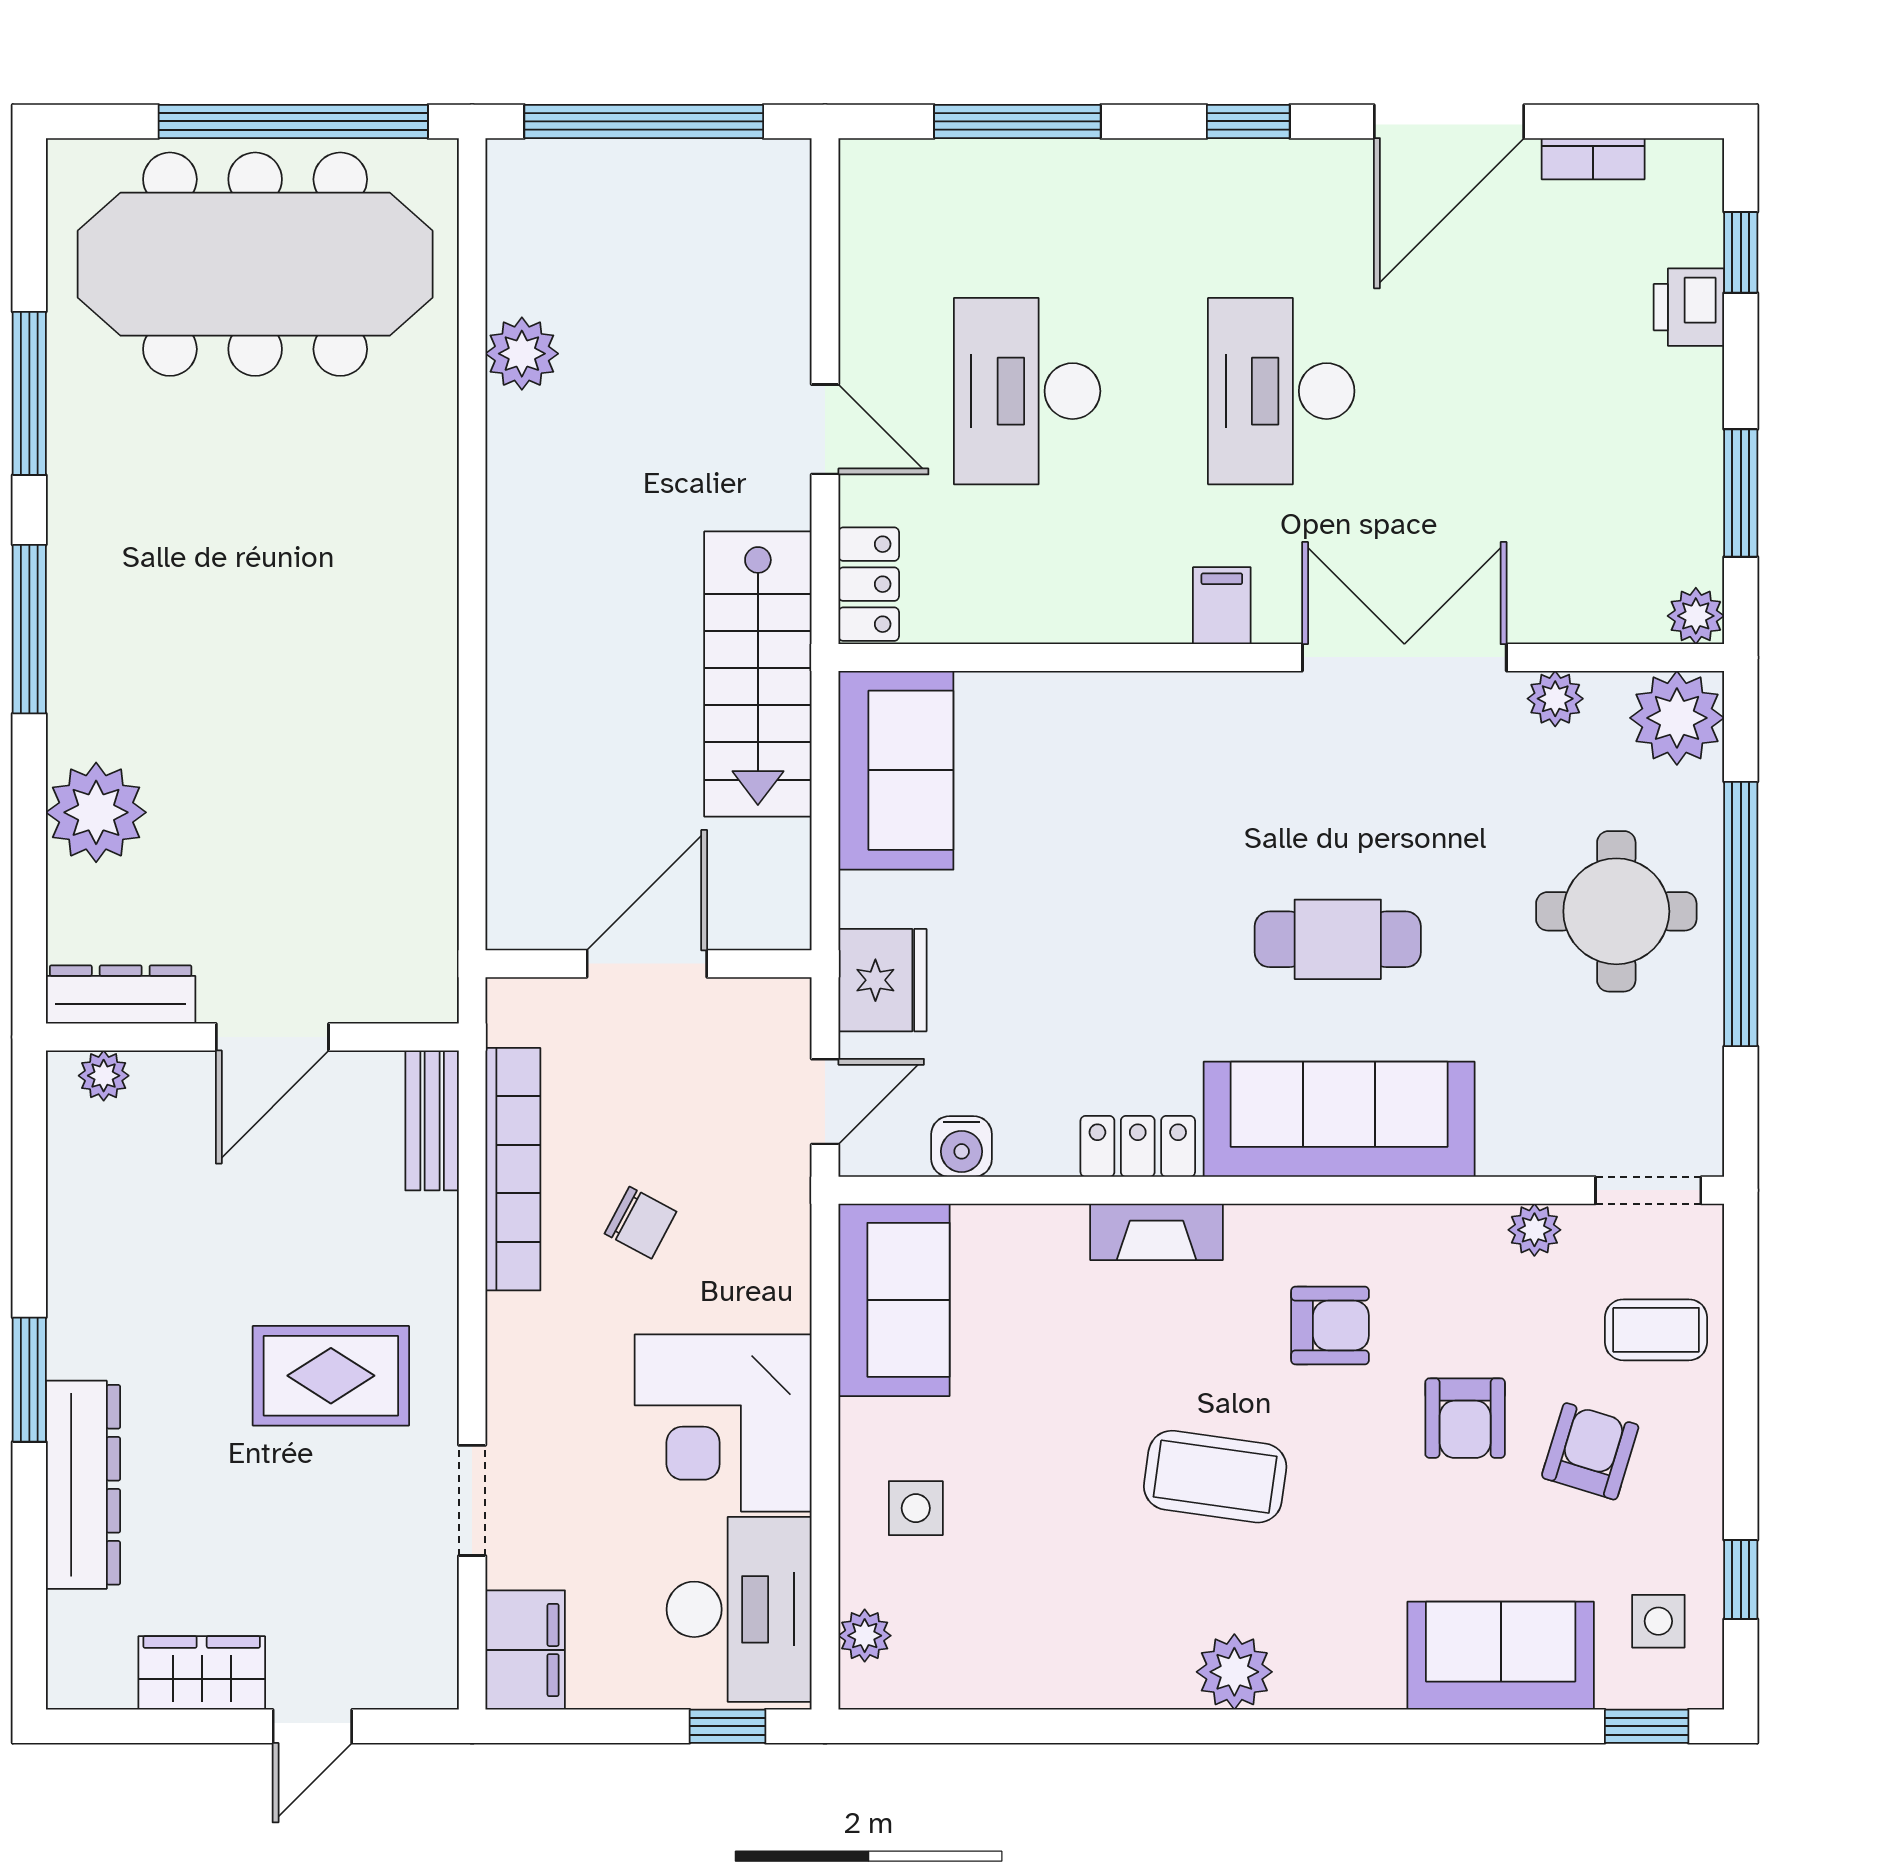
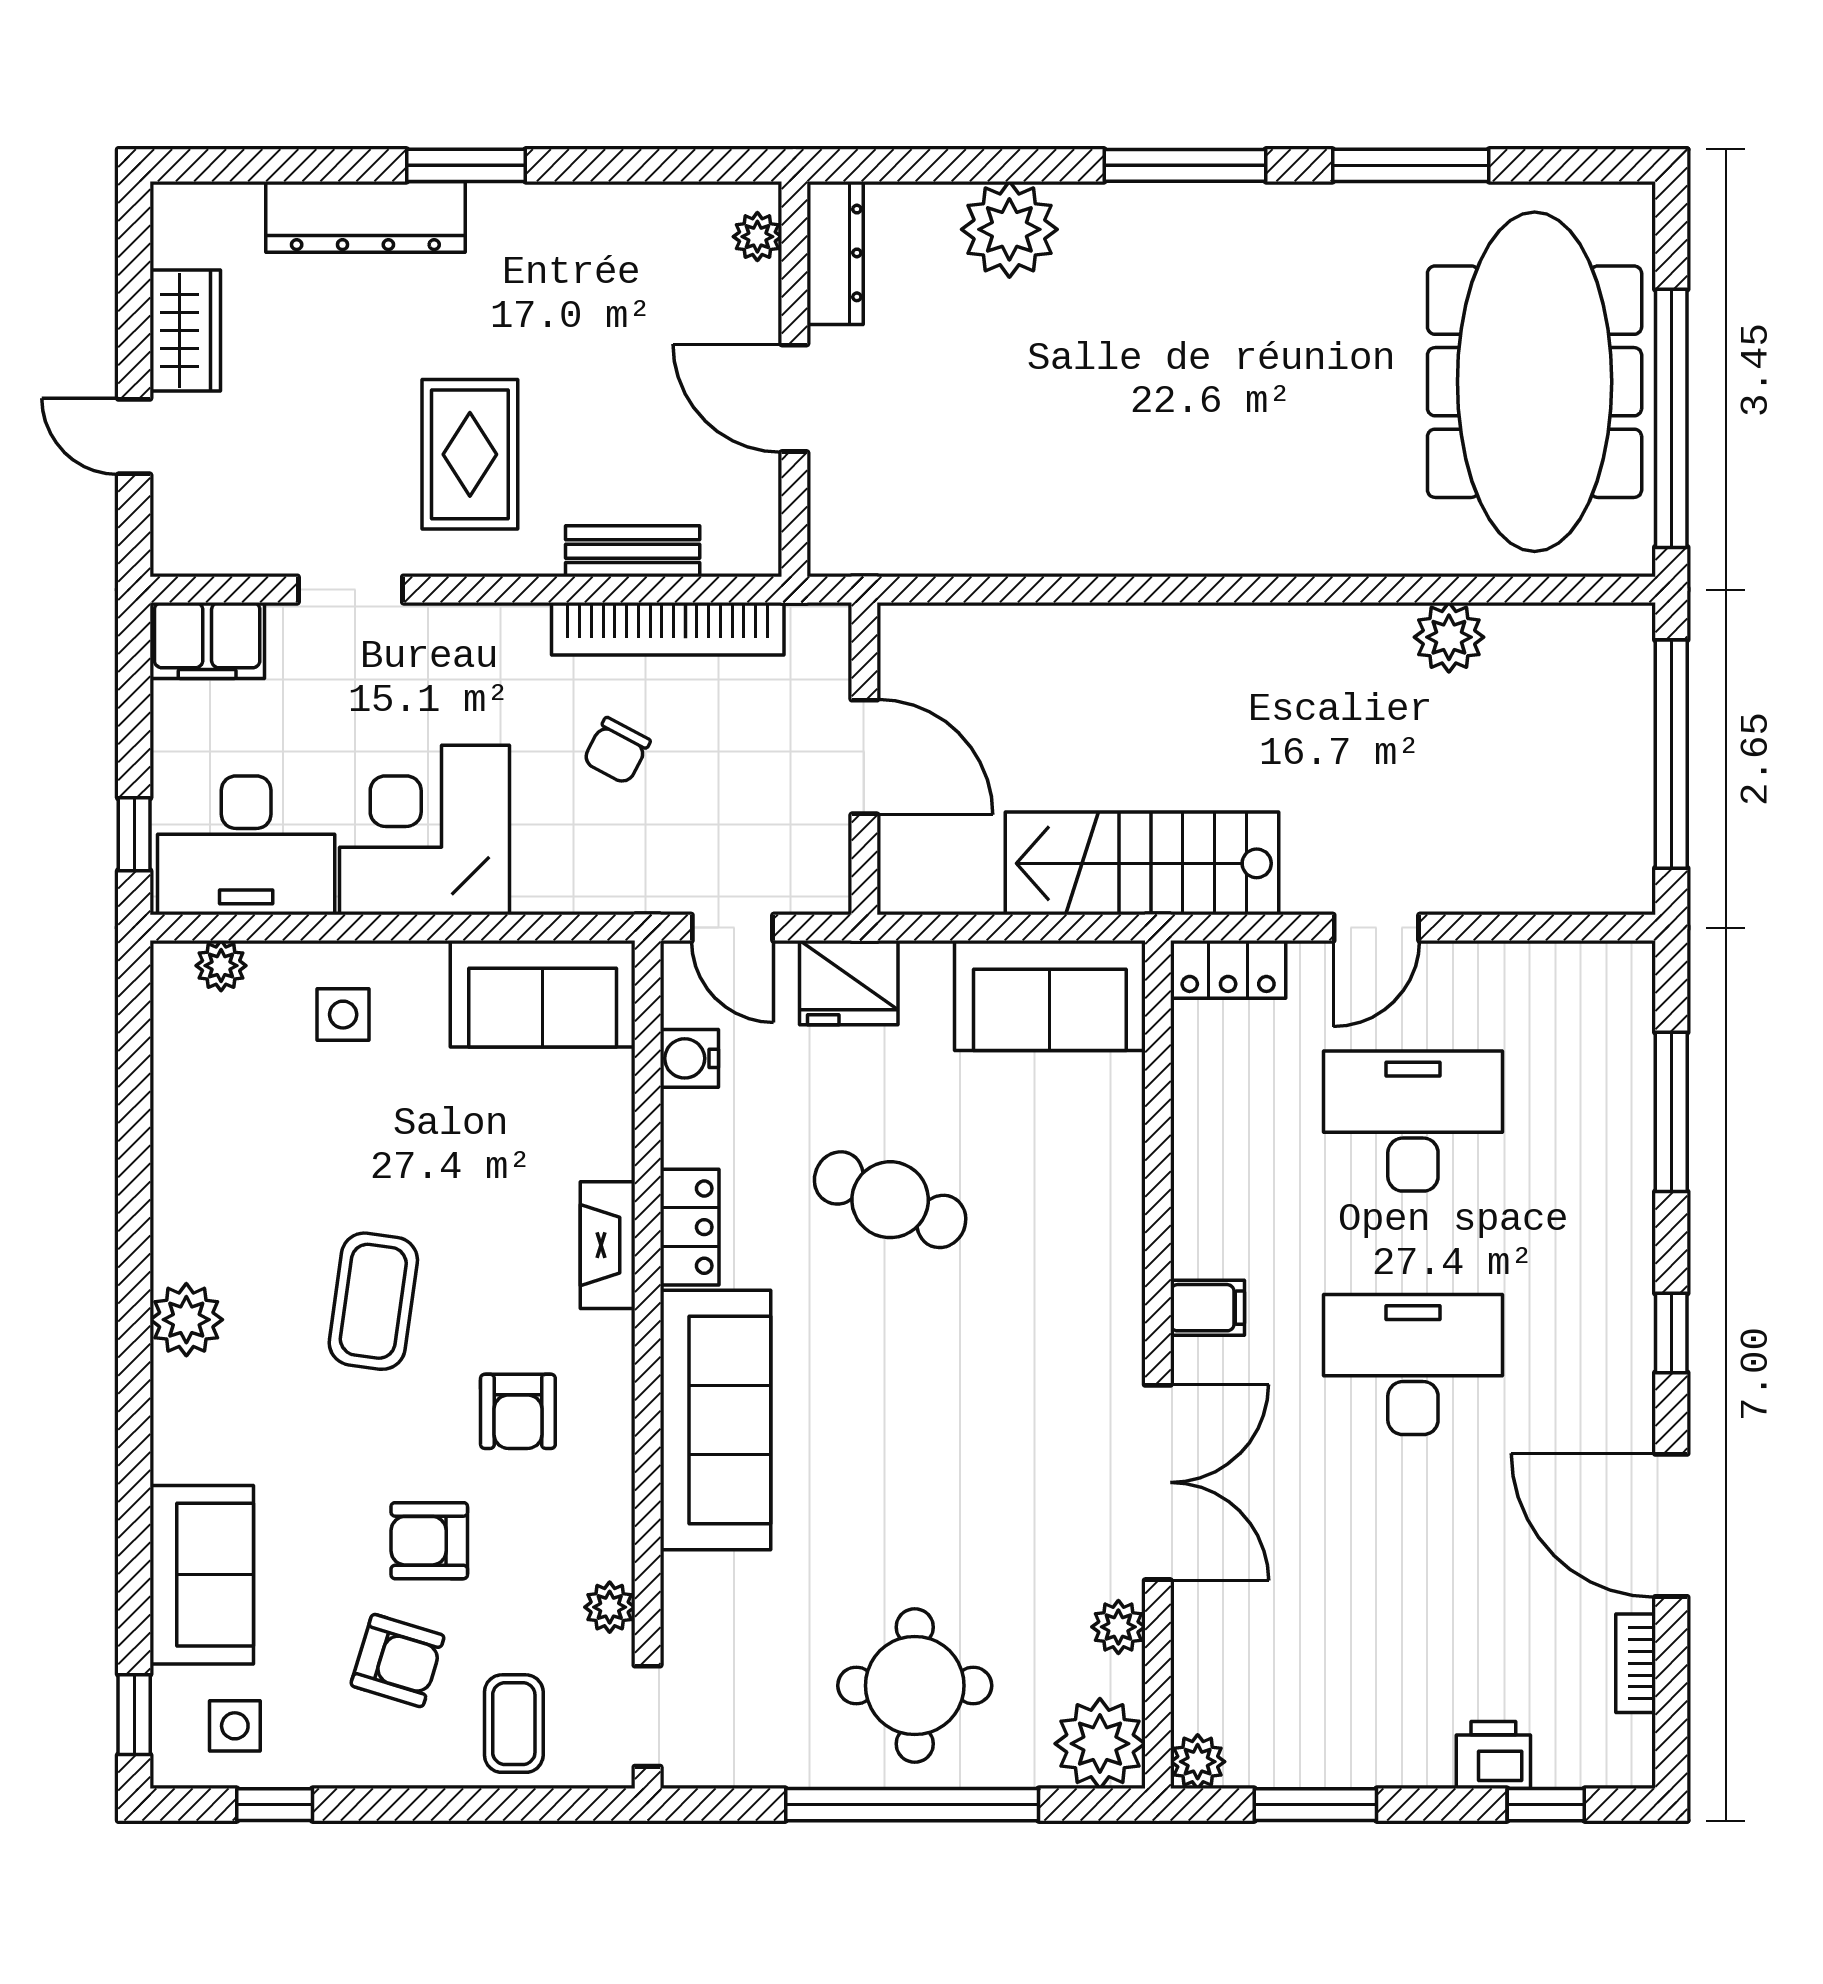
cafe table: (1338, 939) -> (890, 1200), moved, turned -67
bench: (432, 1120) -> (633, 551), moved

